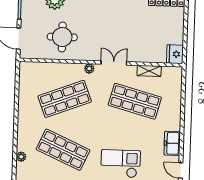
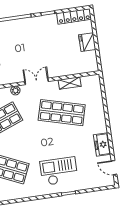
fridge: (175, 54) -> (87, 42), moved

